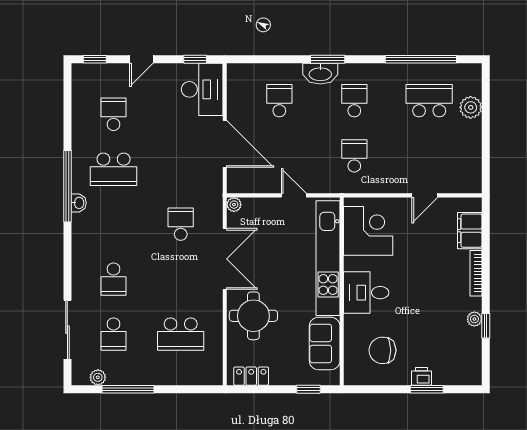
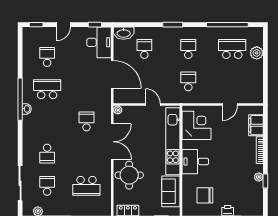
washbasin: (320, 74) -> (124, 33), moved
school desk: (114, 169) -> (47, 89), turned 180
school desk: (114, 334) -> (47, 186), turned 180

